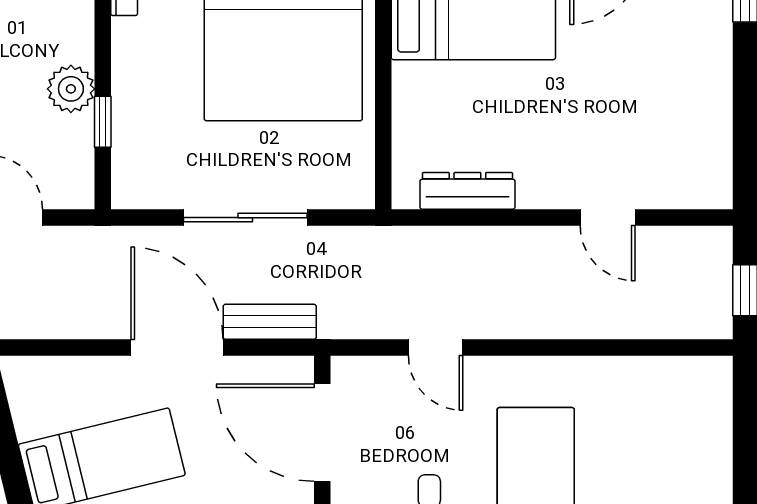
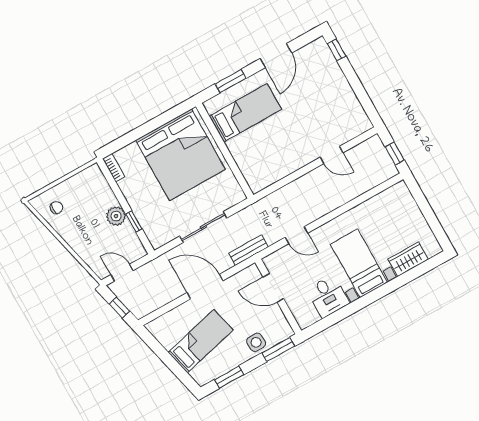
dresser: (467, 191) -> (277, 173), removed
bench: (270, 322) -> (248, 250), moved
door: (322, 433) -> (273, 288), width x0.73

